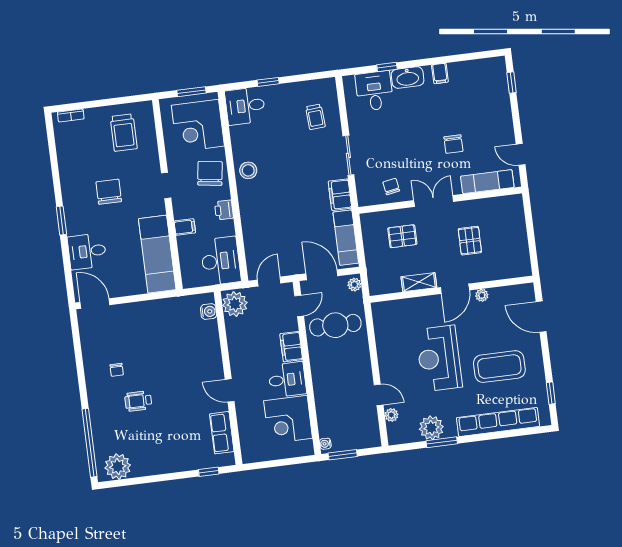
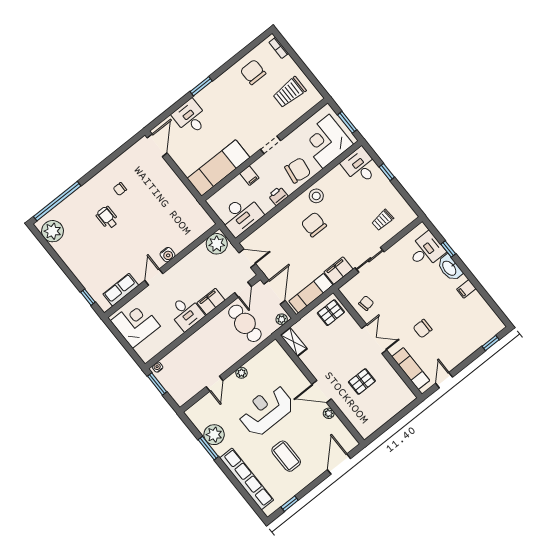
chair: (276, 191) -> (314, 224), added
chair: (109, 192) -> (253, 72), moved, turned -90
pallet: (402, 236) -> (331, 313), moved, turned 90
shelving: (419, 282) -> (294, 342), moved
door: (299, 306) -> (243, 290), hinge flipped
water cooler: (209, 312) -> (168, 255), moved
coffee table: (499, 367) -> (286, 456), width x0.73, depth x0.76
plant: (391, 415) -> (241, 373), moved
corner desk: (288, 419) -> (135, 323), moved, turned 90

